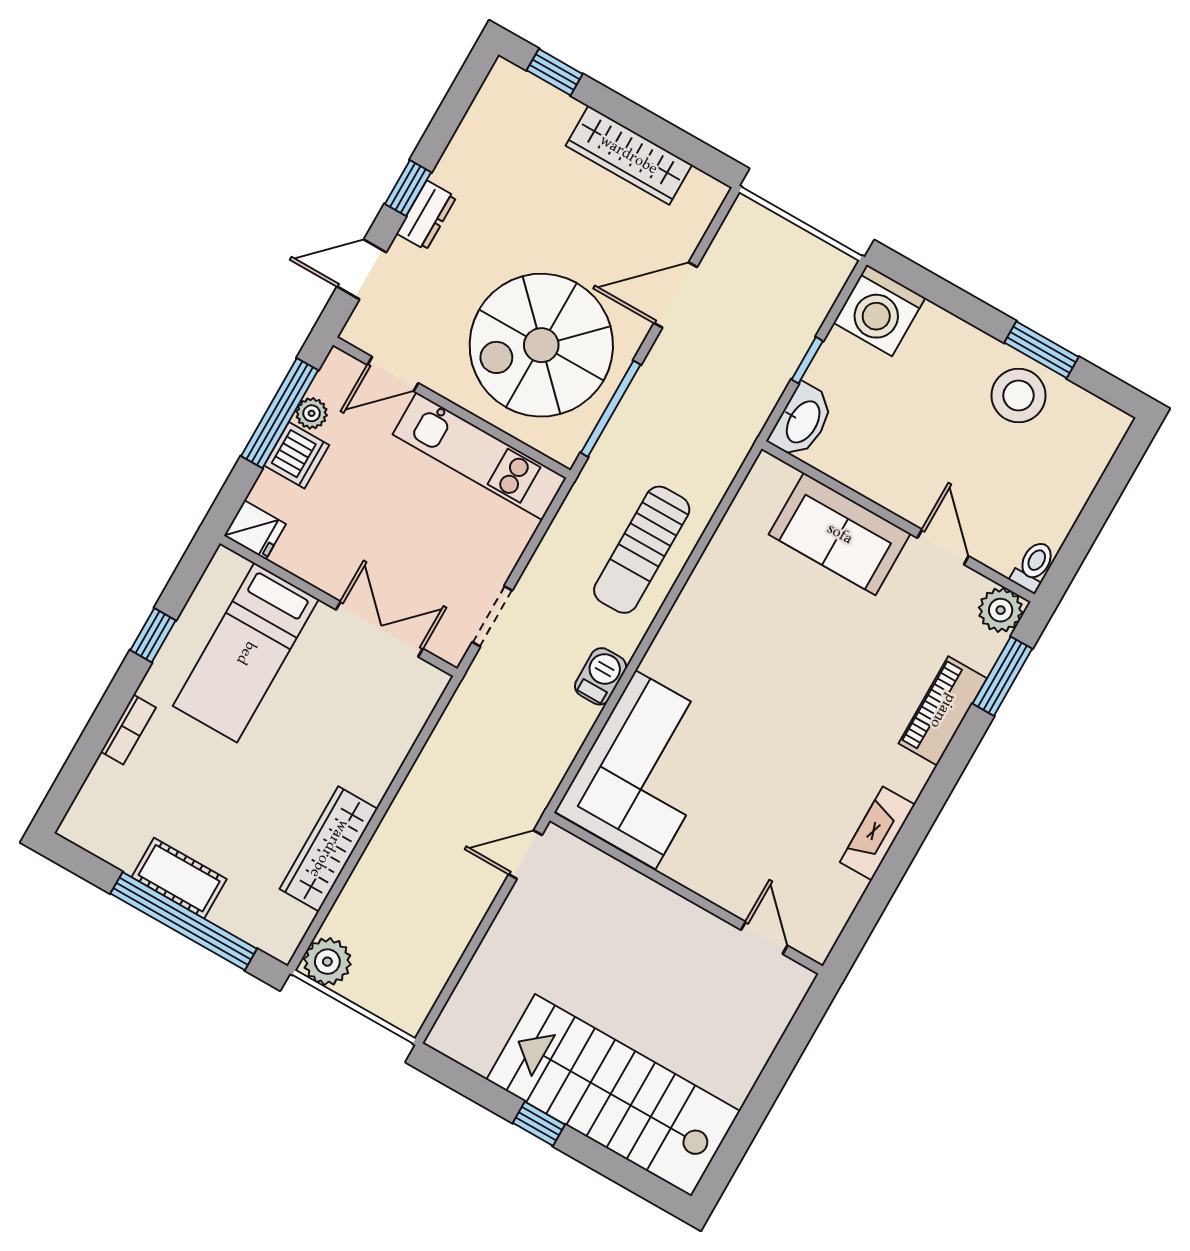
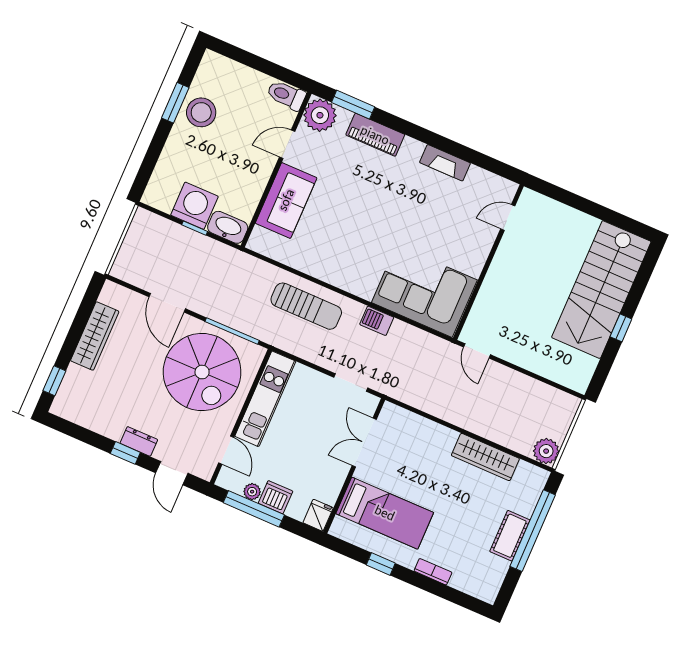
washing machine: (880, 310) -> (194, 206), moved, turned -90
toilet: (1033, 566) -> (286, 95), width x1.37, depth x1.39
plant: (1001, 610) -> (320, 115), width x1.36, depth x1.36

